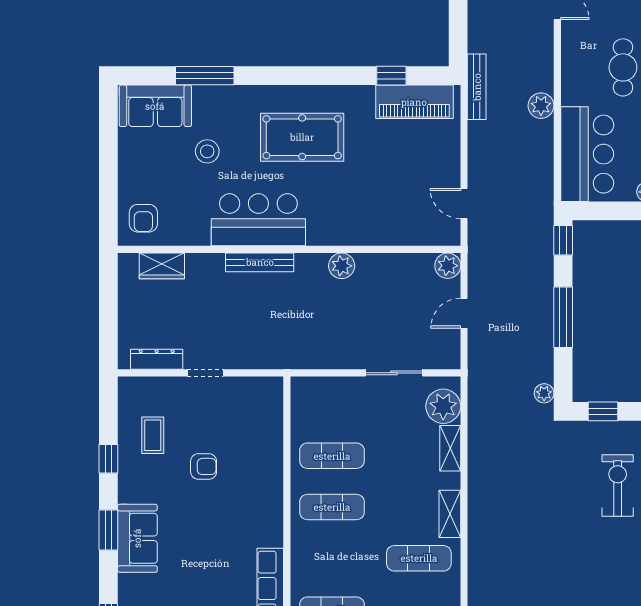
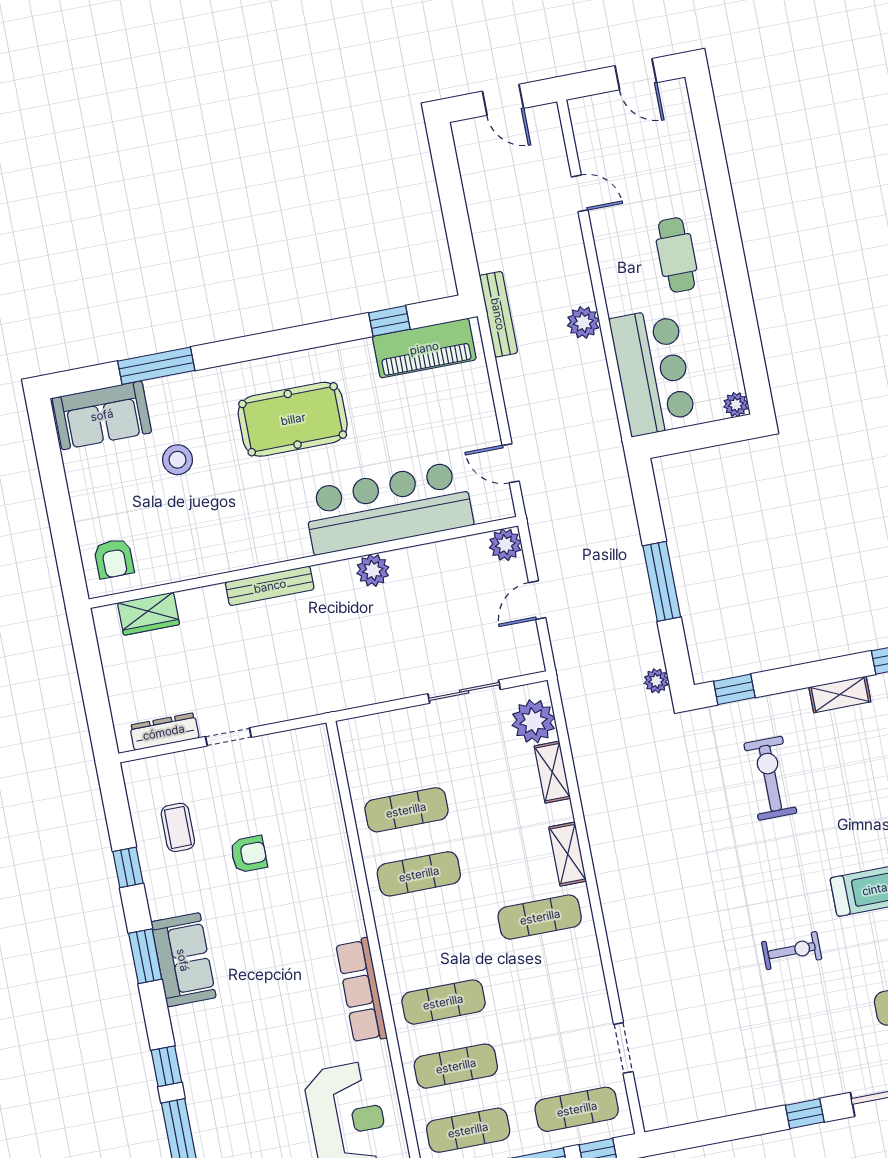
bar counter: (258, 220) -> (388, 508), moved, width x1.36
window: (563, 240) -> (643, 485), removed

